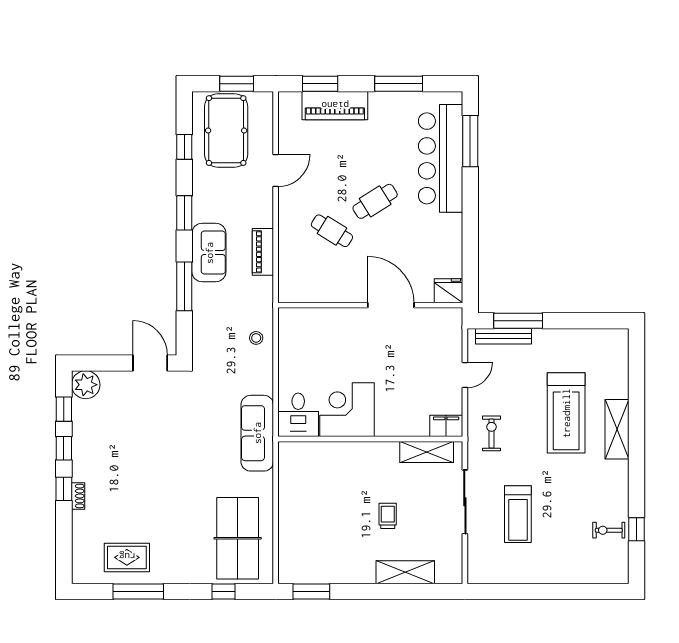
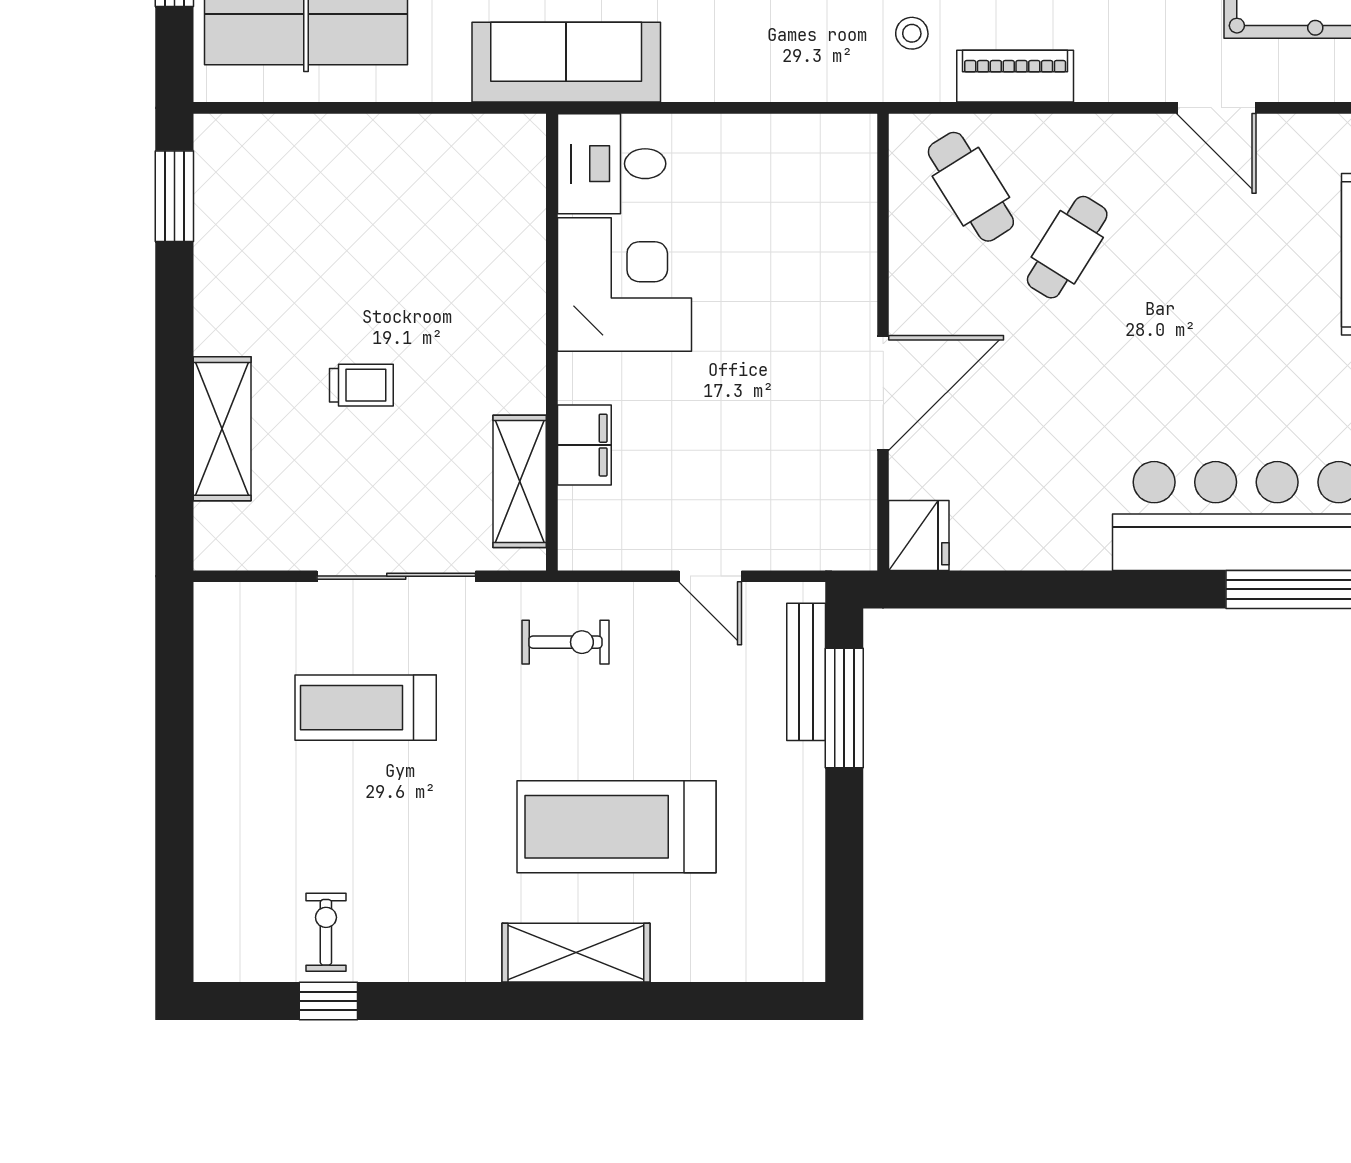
cafe table: (375, 201) -> (971, 187), moved
stool: (256, 338) -> (912, 33), moved
filing cabinet: (446, 426) -> (584, 445), moved

